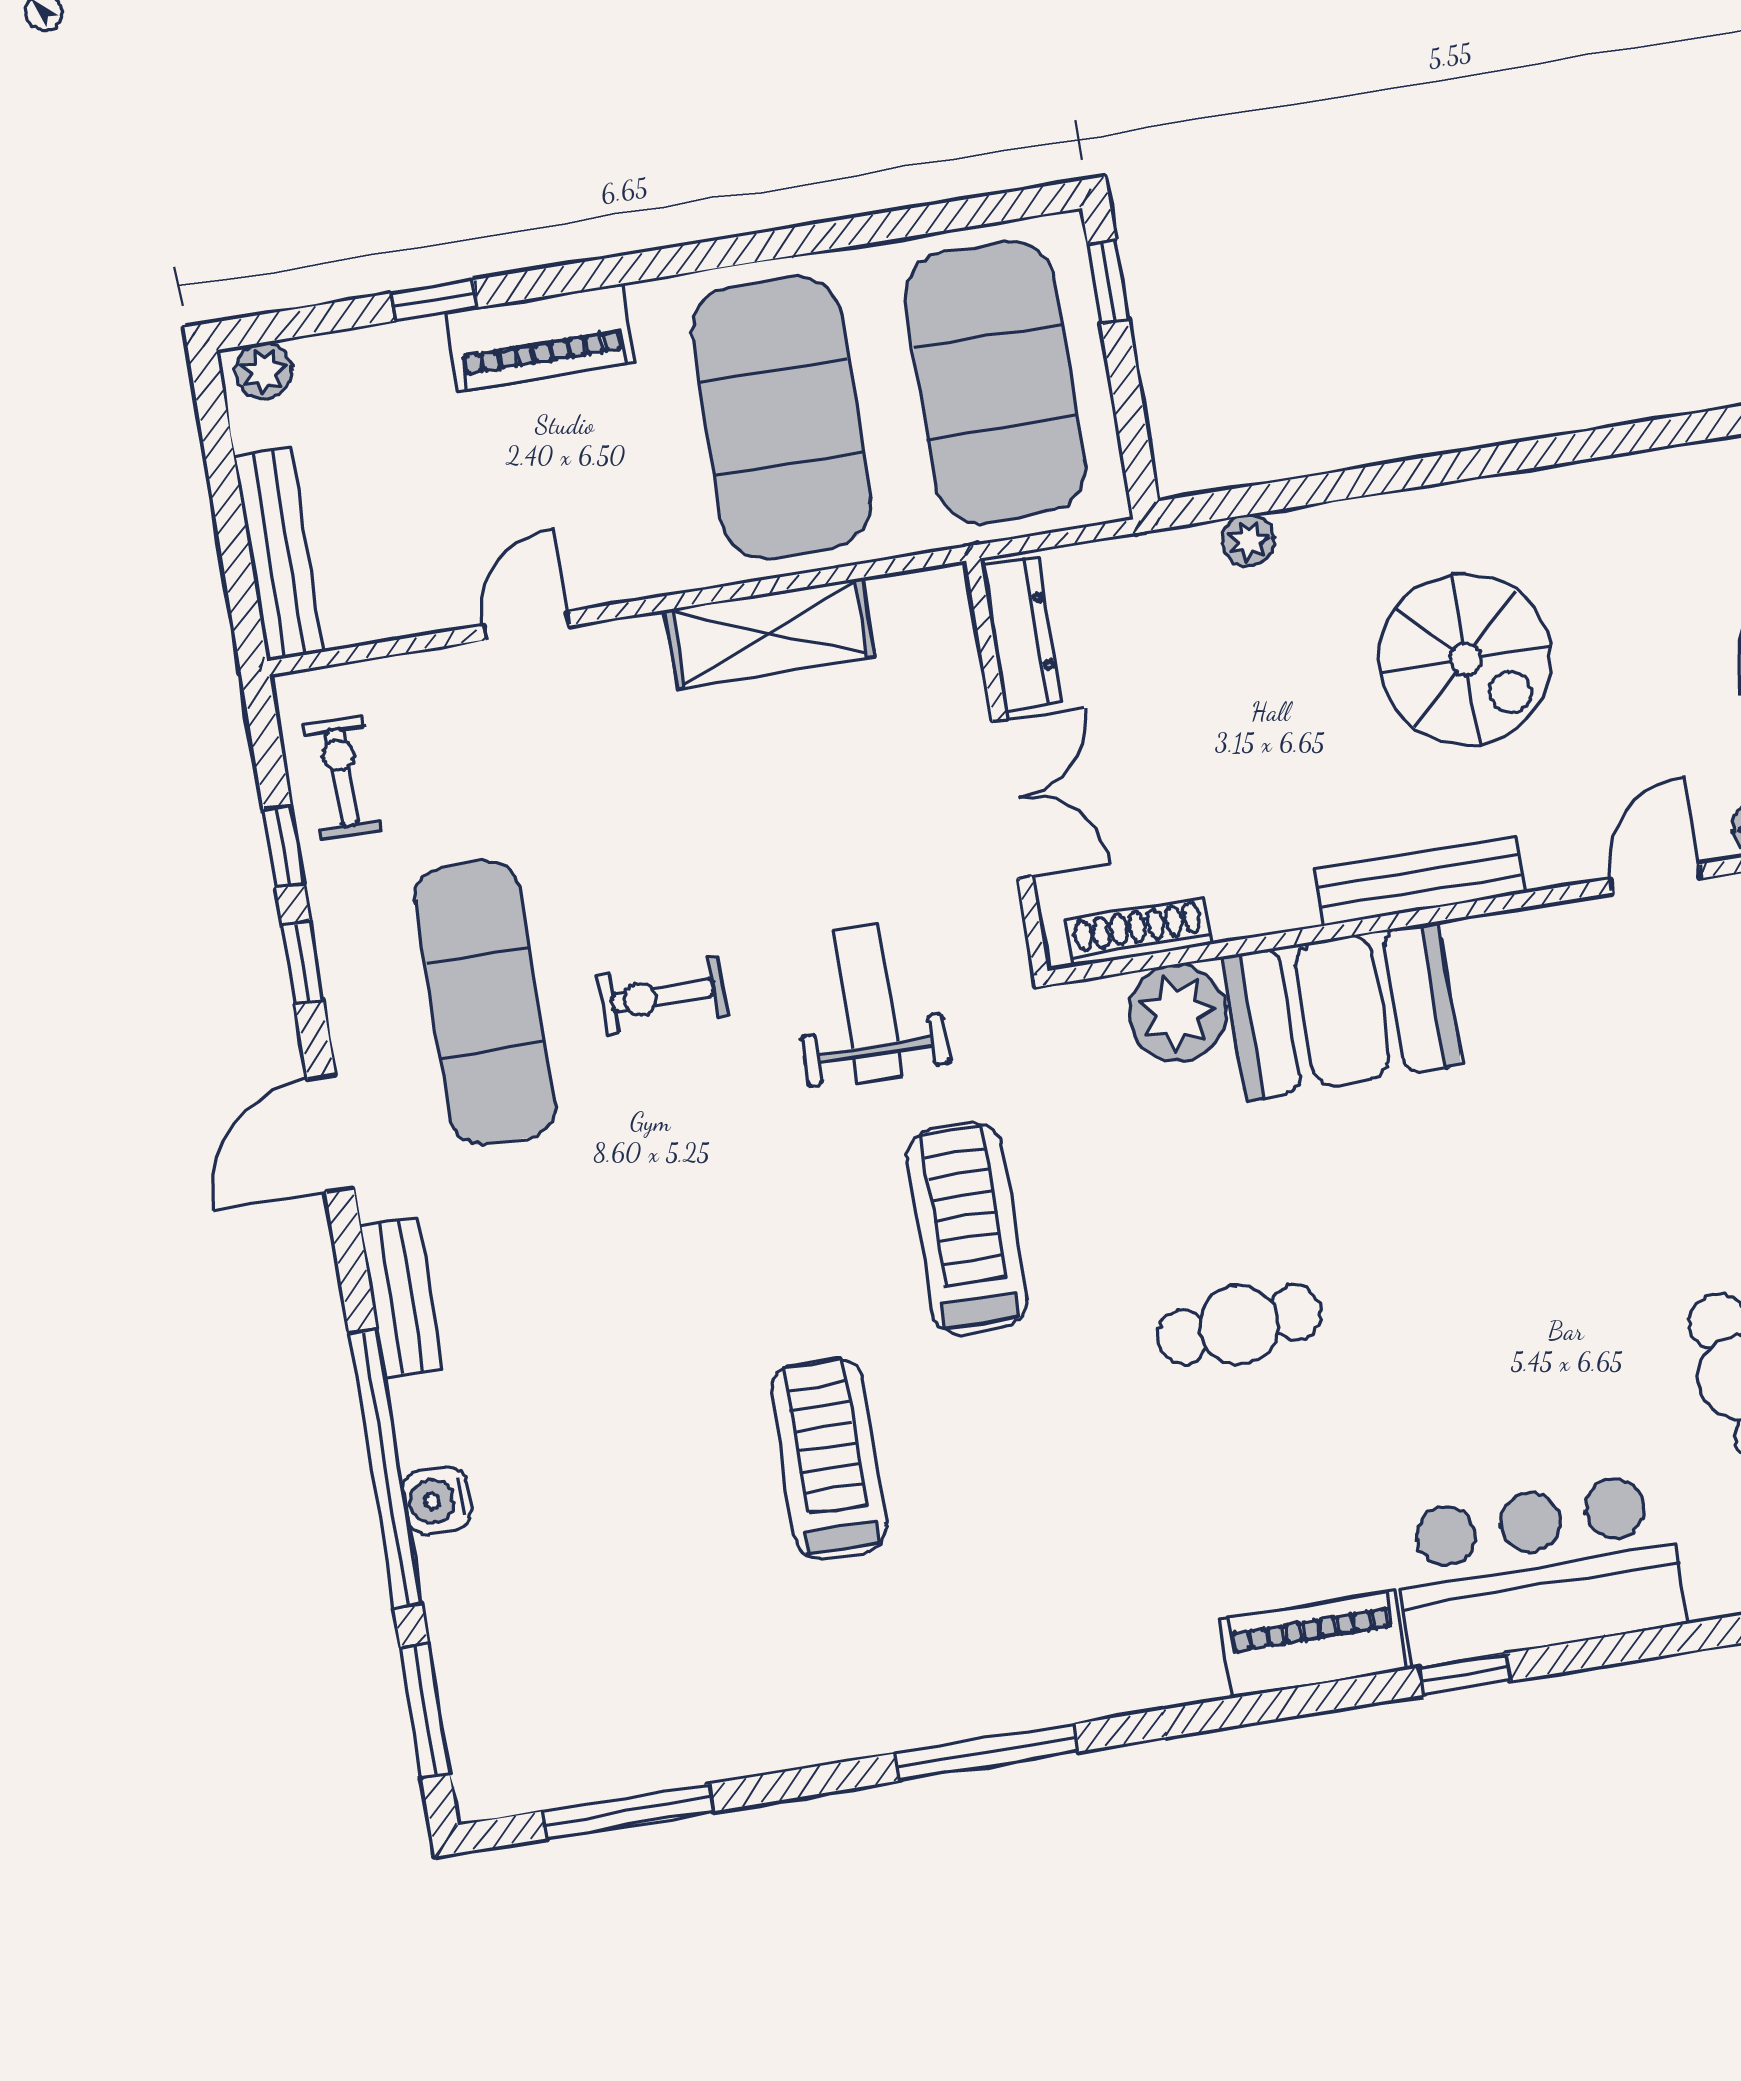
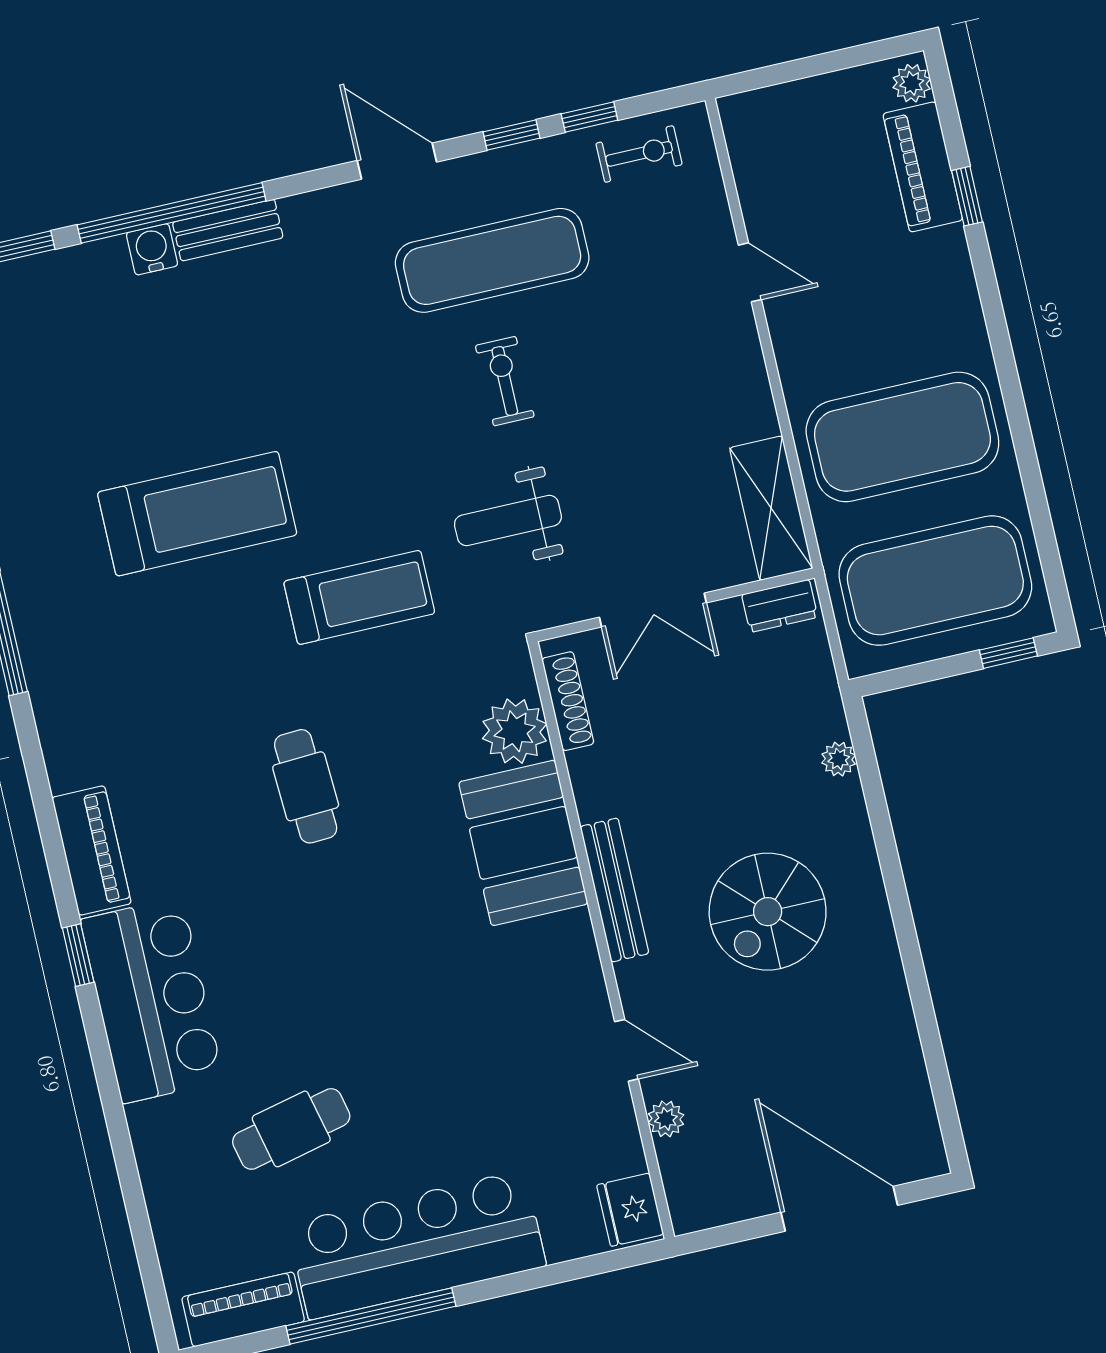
piano: (540, 337) -> (923, 167), moved
bench: (279, 554) -> (788, 101), removed
shelving: (770, 633) -> (771, 508), moved
dresser: (1022, 635) -> (780, 606), width x0.70
weight bench: (868, 1004) -> (508, 520), turned 180
bench: (401, 1298) -> (228, 230), moved
treadmill: (829, 1459) -> (197, 514), width x1.37, depth x1.38

